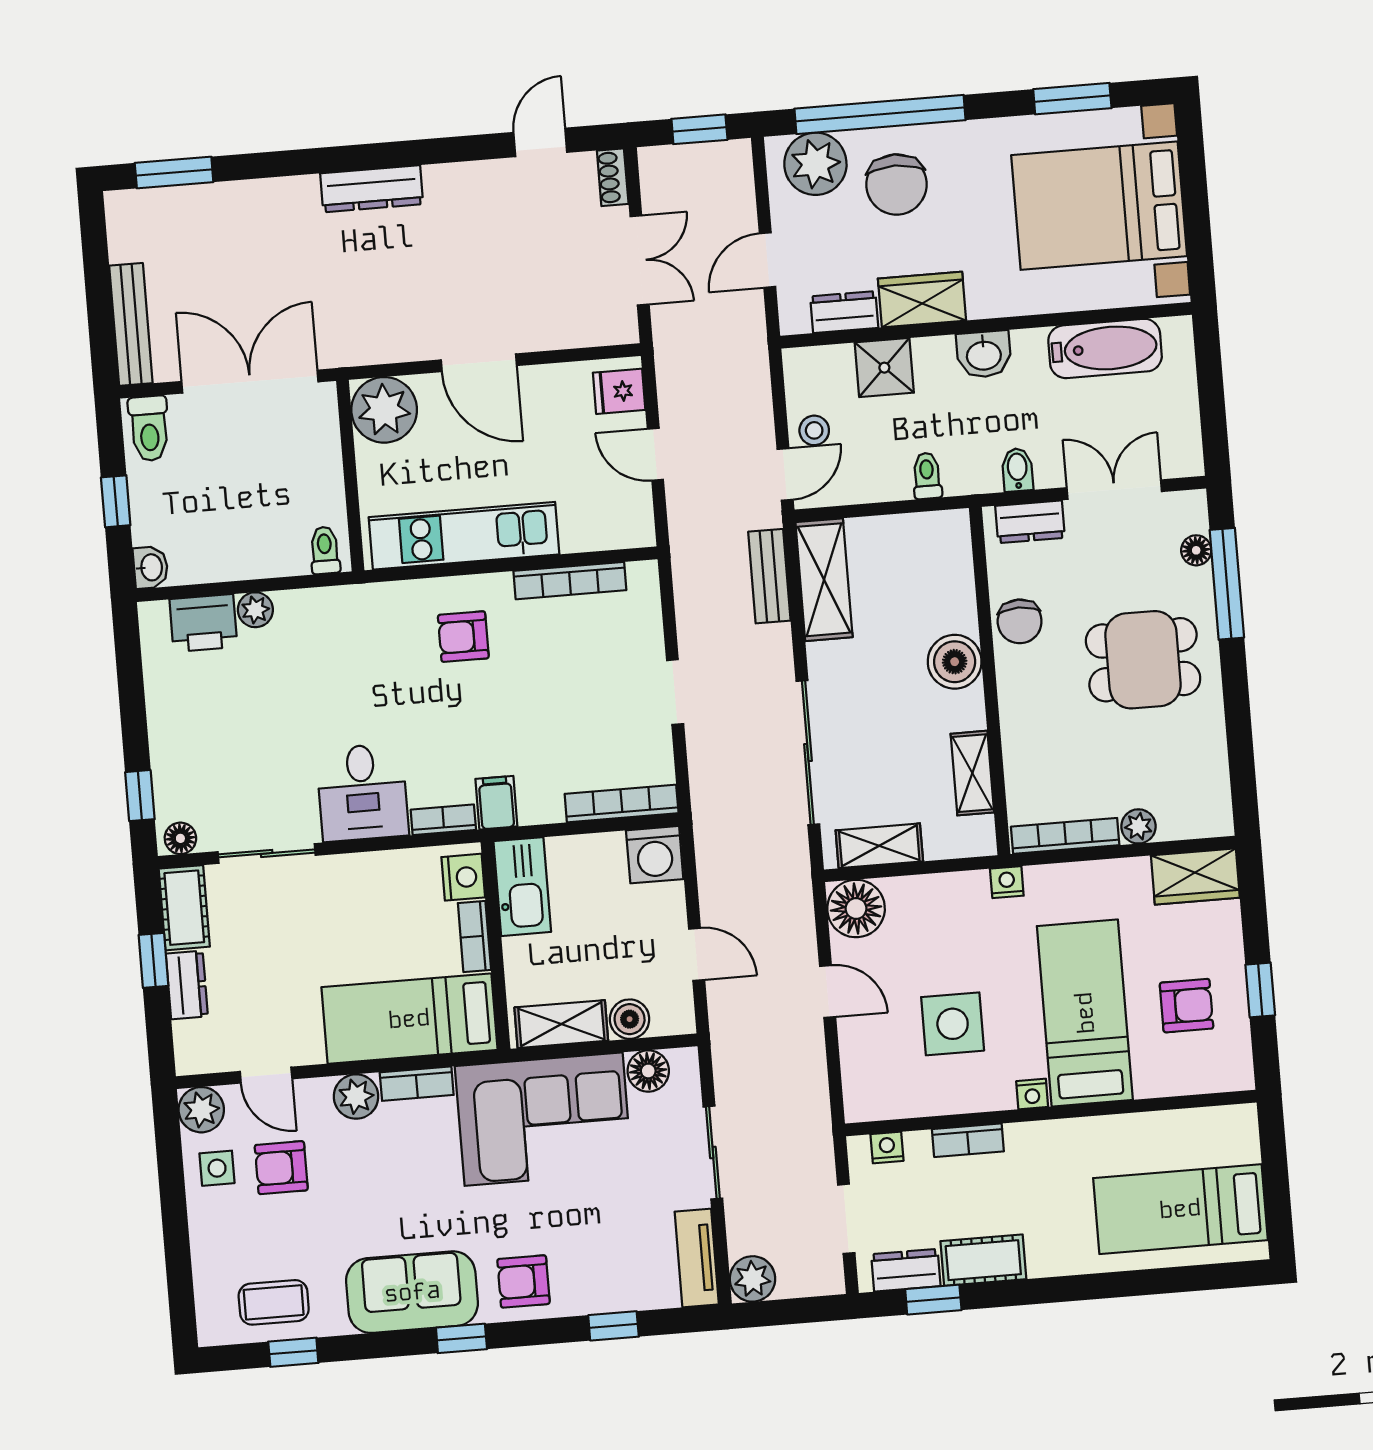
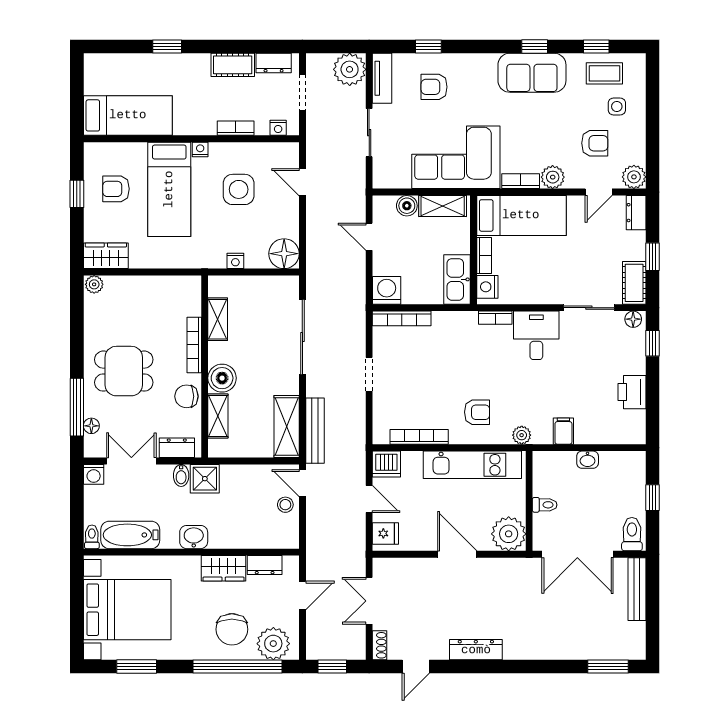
chair: (896, 184) -> (232, 629), turned 180
dresser: (372, 189) -> (476, 650), moved
shower: (884, 368) -> (205, 479), moved
washing machine: (1184, 458) -> (94, 474), added
door: (785, 474) -> (302, 483), hinge flipped
toilet: (927, 476) -> (92, 537), moved, turned 180
double door: (1114, 490) -> (131, 461), swing flipped
dishwasher: (628, 524) -> (386, 464), added
toilet: (325, 550) -> (545, 505), moved, turned -90
washbasin: (151, 567) -> (588, 460), moved, turned -90
bench: (769, 576) -> (315, 431), width x1.36
plant: (255, 610) -> (522, 435), moved
chair: (1020, 621) -> (186, 396), turned -90
printer: (203, 623) -> (632, 392), moved, turned -90
filing cabinet: (496, 803) -> (563, 431), moved, turned 180
plant: (1138, 826) -> (94, 284), moved
bookcase: (1065, 836) -> (194, 345), moved, turned 90
shelving: (879, 846) -> (218, 416), moved, turned 90
nightstand: (1007, 882) -> (235, 261), moved
dresser: (187, 985) -> (636, 213), moved
door: (828, 991) -> (302, 182), moved
floor lamp: (648, 1071) -> (399, 178), removed
door: (266, 1075) -> (599, 192), swing flipped
side table: (217, 1168) -> (617, 106), moved
bed: (1180, 1209) -> (128, 115), moved
plant: (752, 1279) -> (350, 69), width x1.36, depth x1.36
armchair: (523, 1281) -> (434, 87), moved, turned 180
window: (933, 1300) -> (167, 46), moved
window: (461, 1338) -> (535, 46), moved

